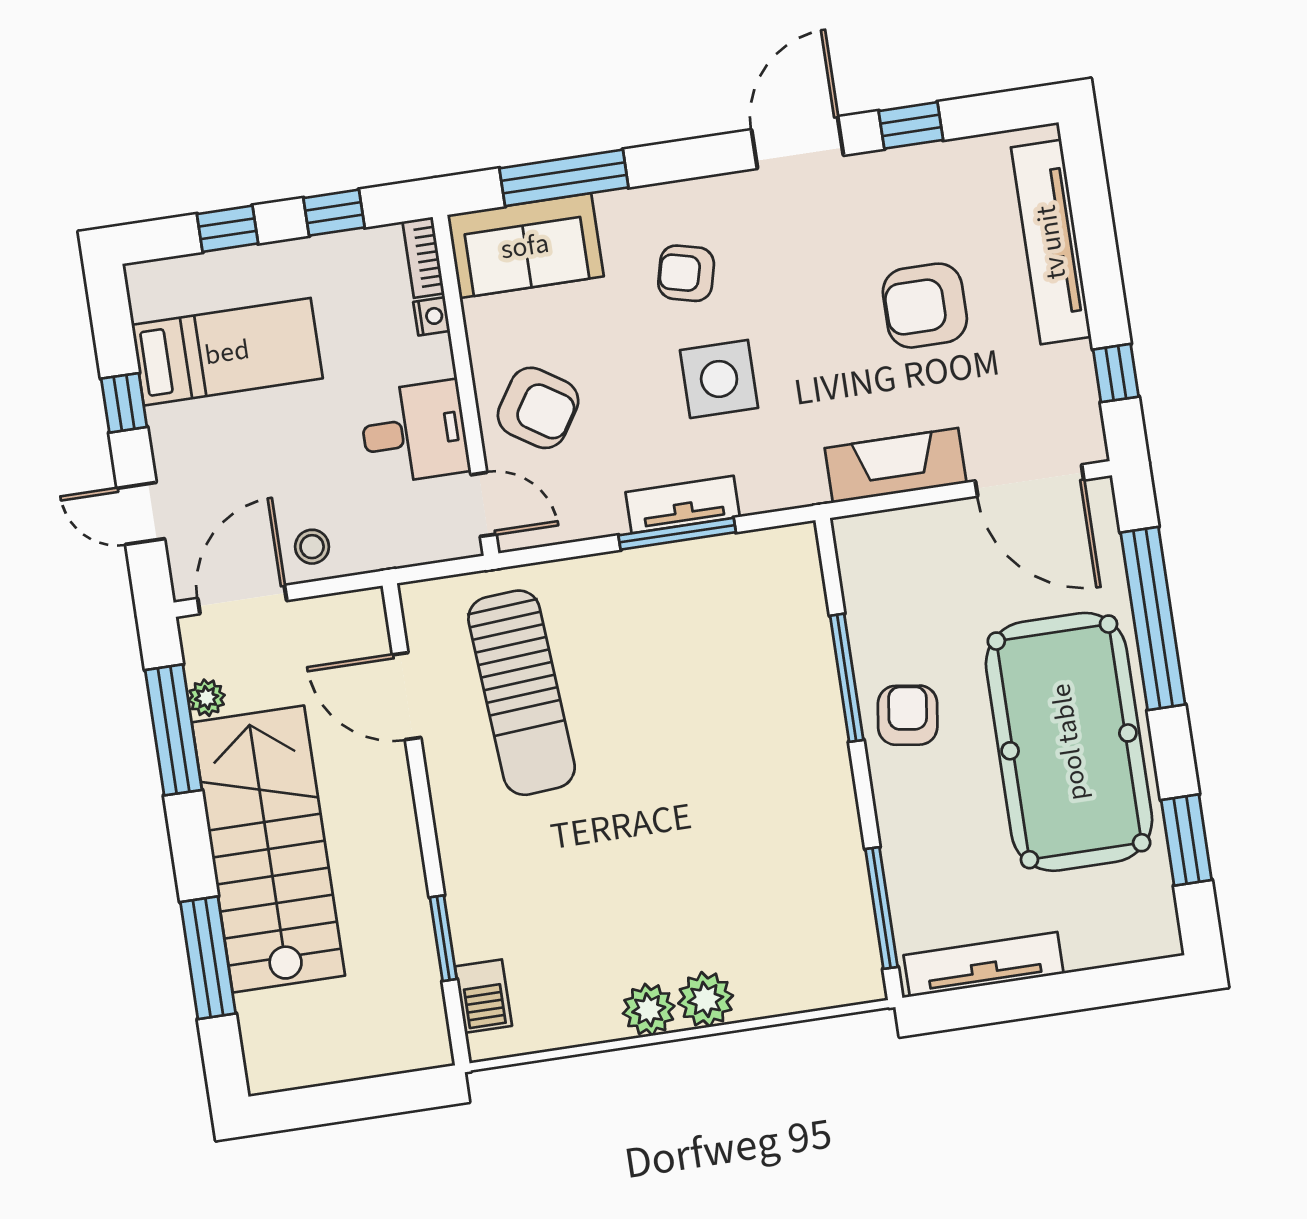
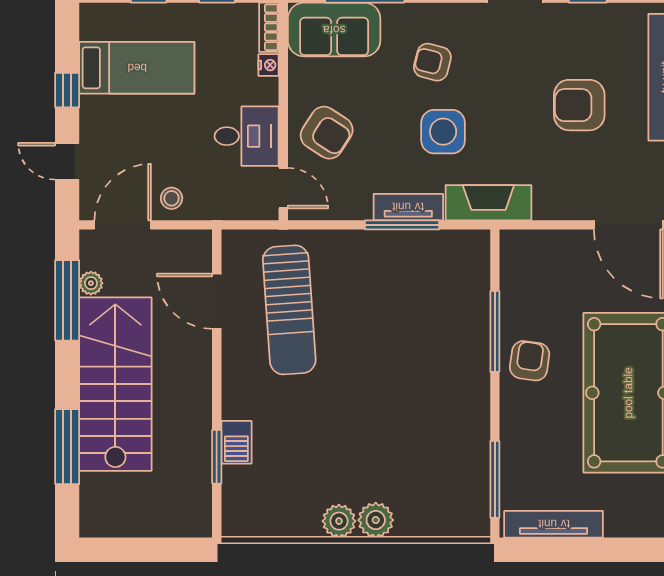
fireplace: (896, 465) -> (488, 203), moved
barbecue: (483, 996) -> (236, 442), moved

